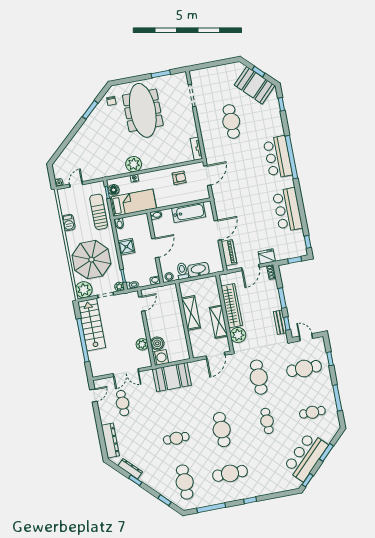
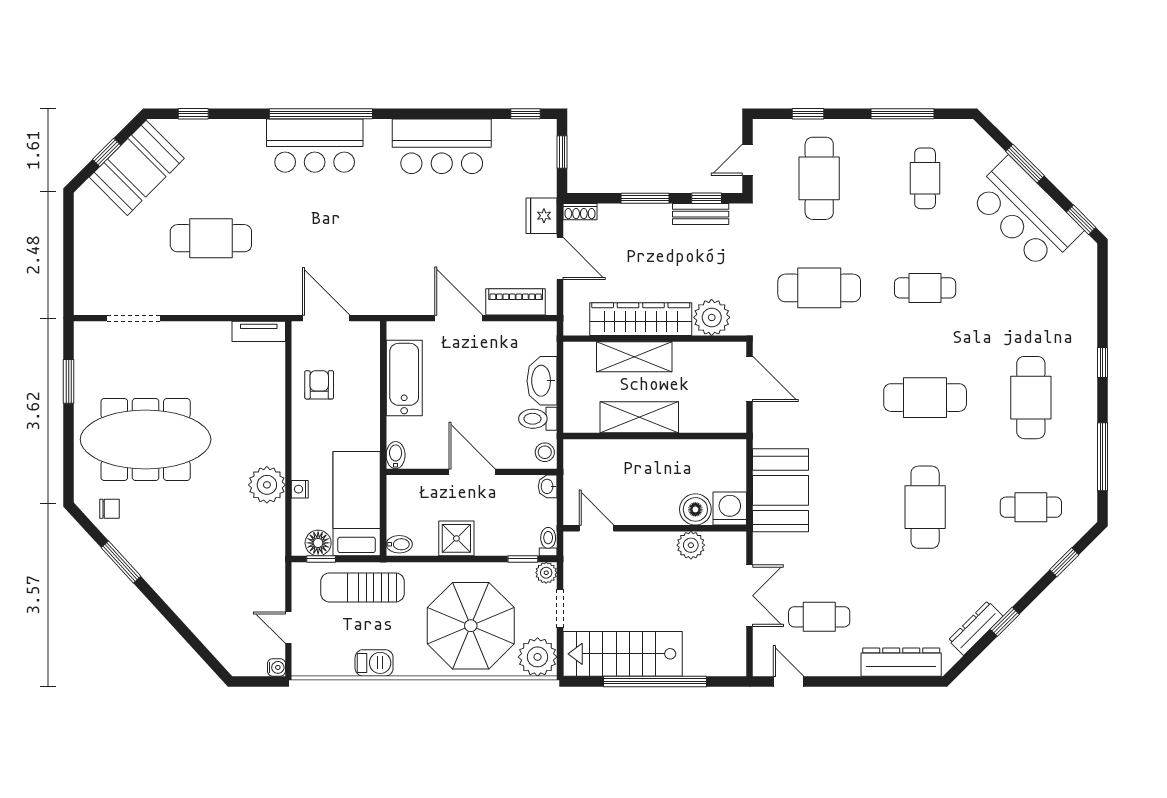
shelving: (219, 322) -> (634, 357), moved
cafe table: (176, 438) -> (925, 507), width x1.37, depth x1.35
cafe table: (185, 482) -> (1031, 507), width x0.73, depth x0.74

